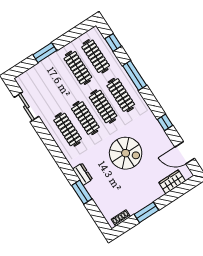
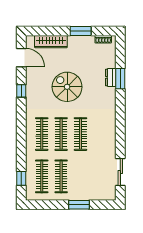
window: (135, 75) -> (21, 142), removed
clothes rail: (68, 130) -> (100, 134), removed
dresser: (83, 174) -> (111, 77), moved
wardrobe: (172, 182) -> (51, 42), width x1.50

